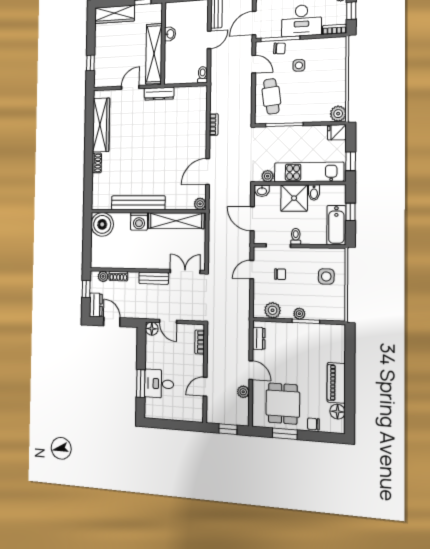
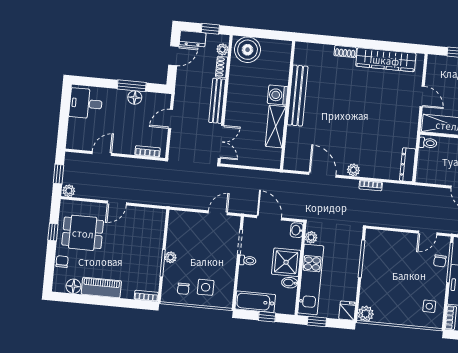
side table: (299, 65) -> (429, 306), moved
toilet: (203, 75) -> (428, 143), moved
dresser: (159, 94) -> (408, 165), moved
cafe table: (271, 96) -> (392, 248), removed
plant: (200, 204) -> (353, 170), moved
door: (252, 219) -> (269, 218), hinge flipped
shelving: (176, 221) -> (276, 126), width x0.68
boiler: (102, 224) -> (248, 50), moved
door: (252, 270) -> (218, 213), hinge flipped
chair: (280, 274) -> (183, 289), moved
bench: (154, 278) -> (217, 101), width x1.36
plant: (273, 310) -> (176, 231), removed
floor lamp: (152, 329) -> (135, 97), moved
bookcase: (340, 336) -> (146, 296), added
dresser: (259, 338) -> (148, 214), removed
window: (141, 383) -> (132, 86), moved
desk: (159, 384) -> (86, 103), moved, turned -90
door: (205, 387) -> (102, 154), hinge flipped
plant: (243, 392) -> (69, 191), moved
window: (285, 434) -> (53, 232), width x0.67

